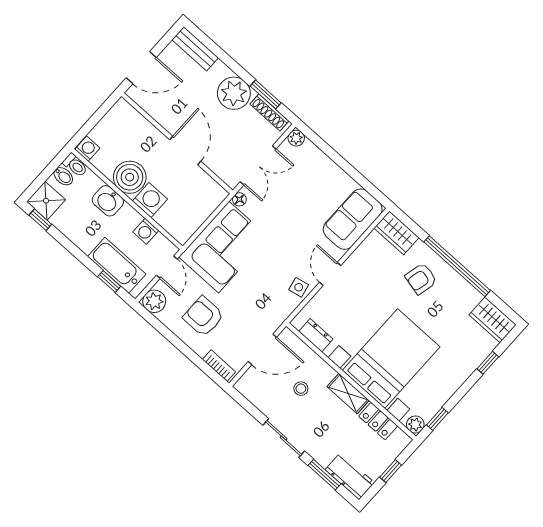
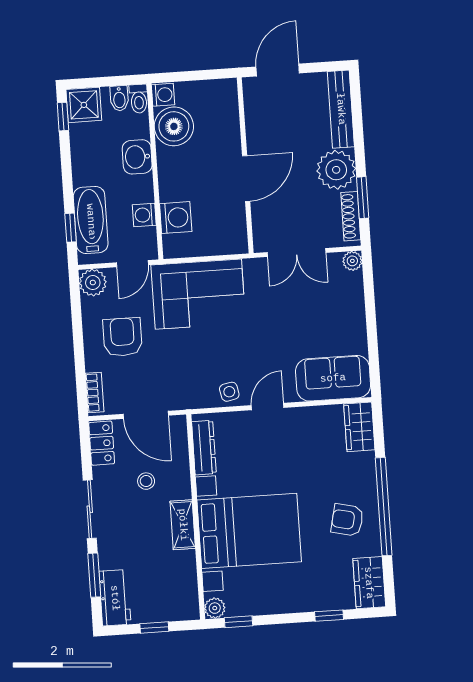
bench: (195, 49) -> (341, 109), width x1.36
door: (141, 68) -> (278, 70), swing flipped
boiler: (130, 177) -> (174, 126), moved
floor lamp: (239, 199) -> (252, 266), removed
washing machine: (150, 200) -> (176, 218), moved
armchair: (421, 279) -> (347, 520), moved
dresser: (316, 335) -> (204, 448), width x1.44
locker: (378, 421) -> (102, 443), moved, turned 180

